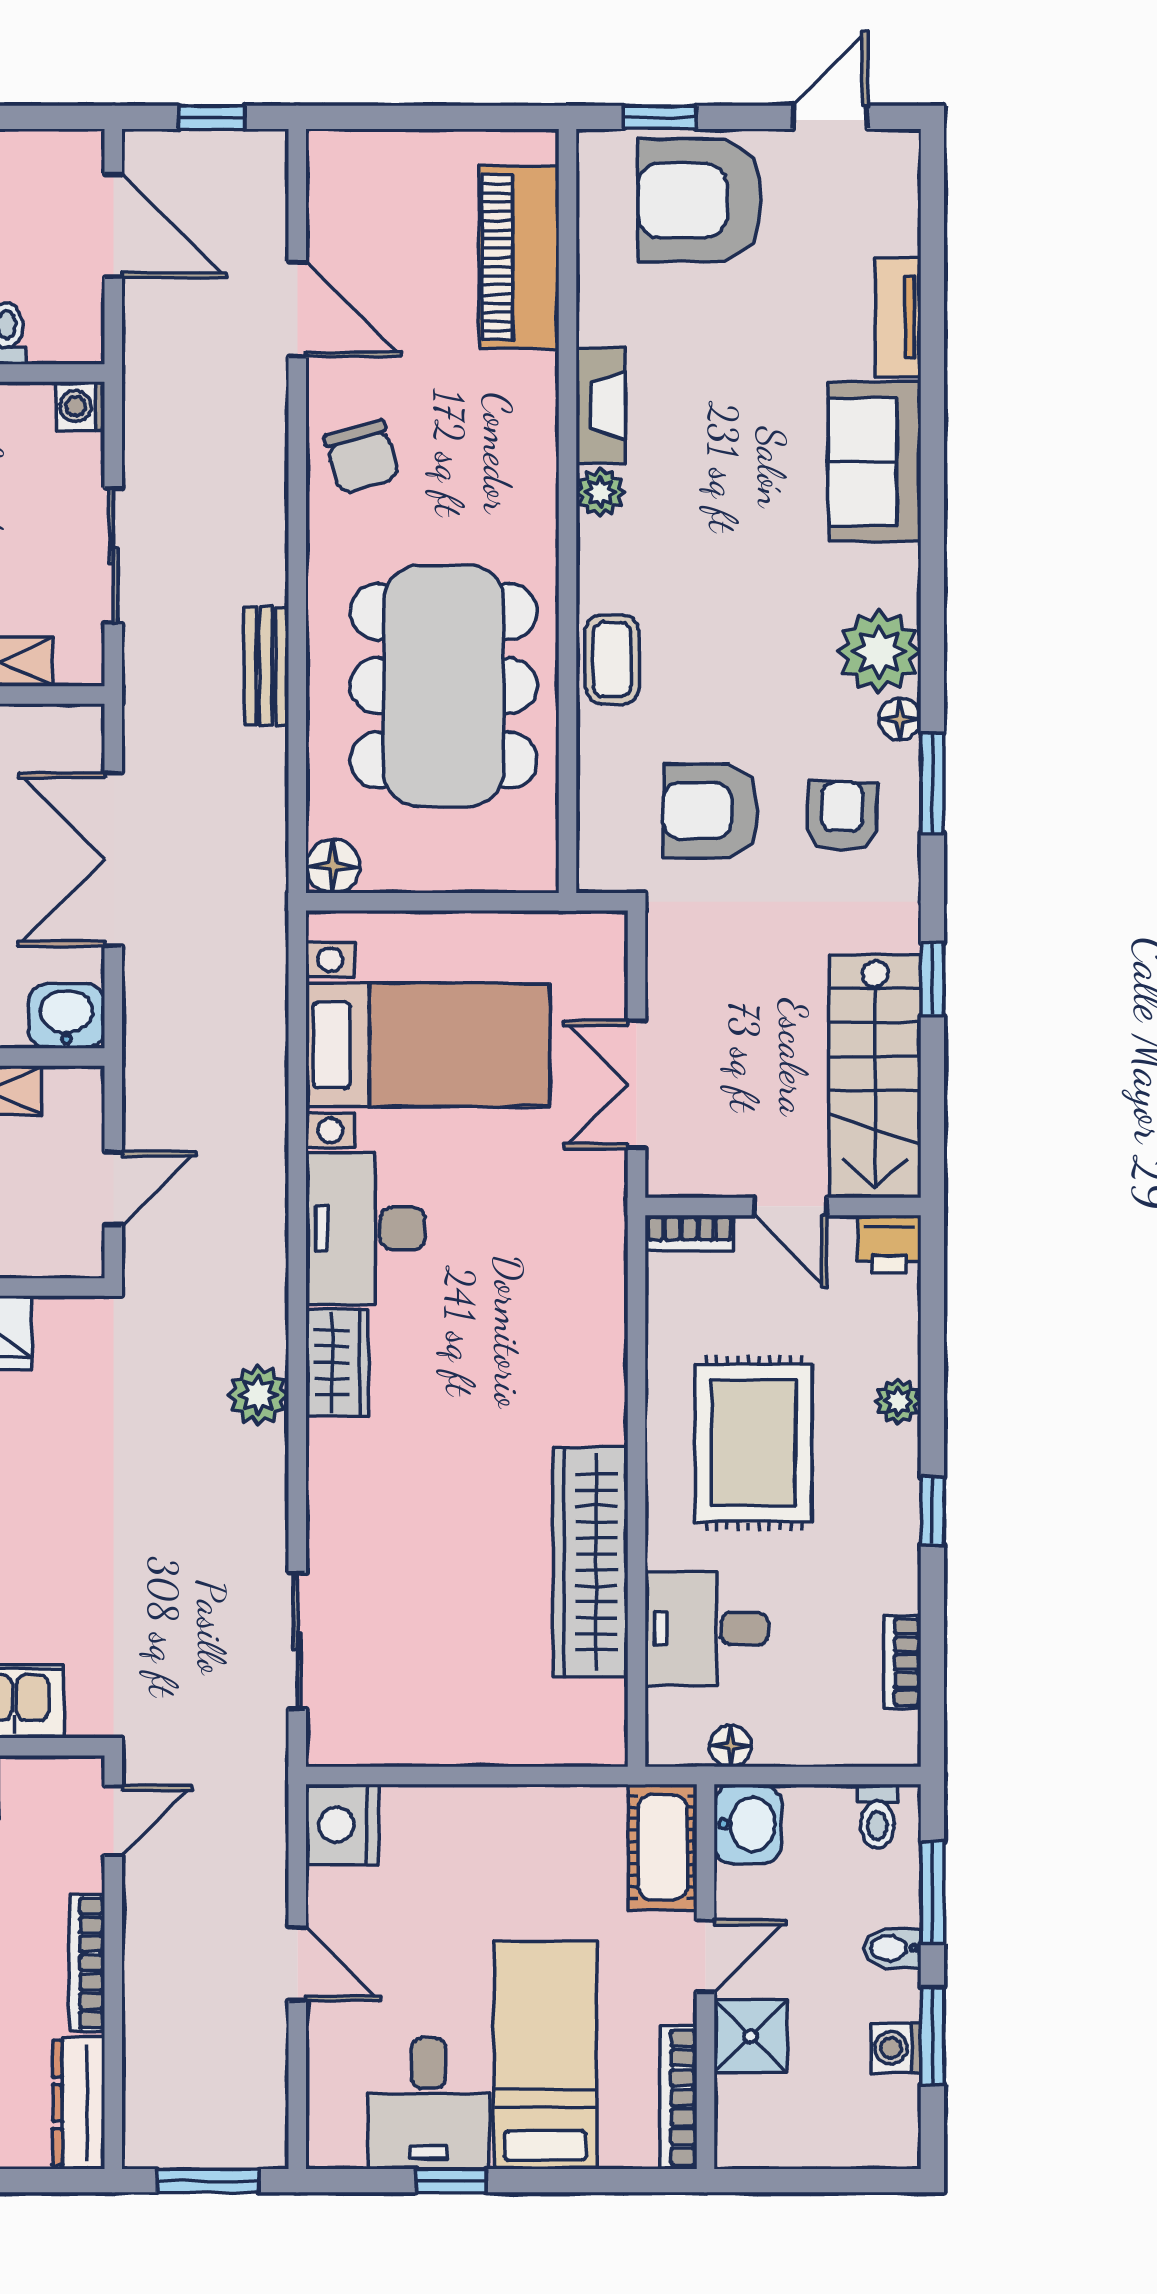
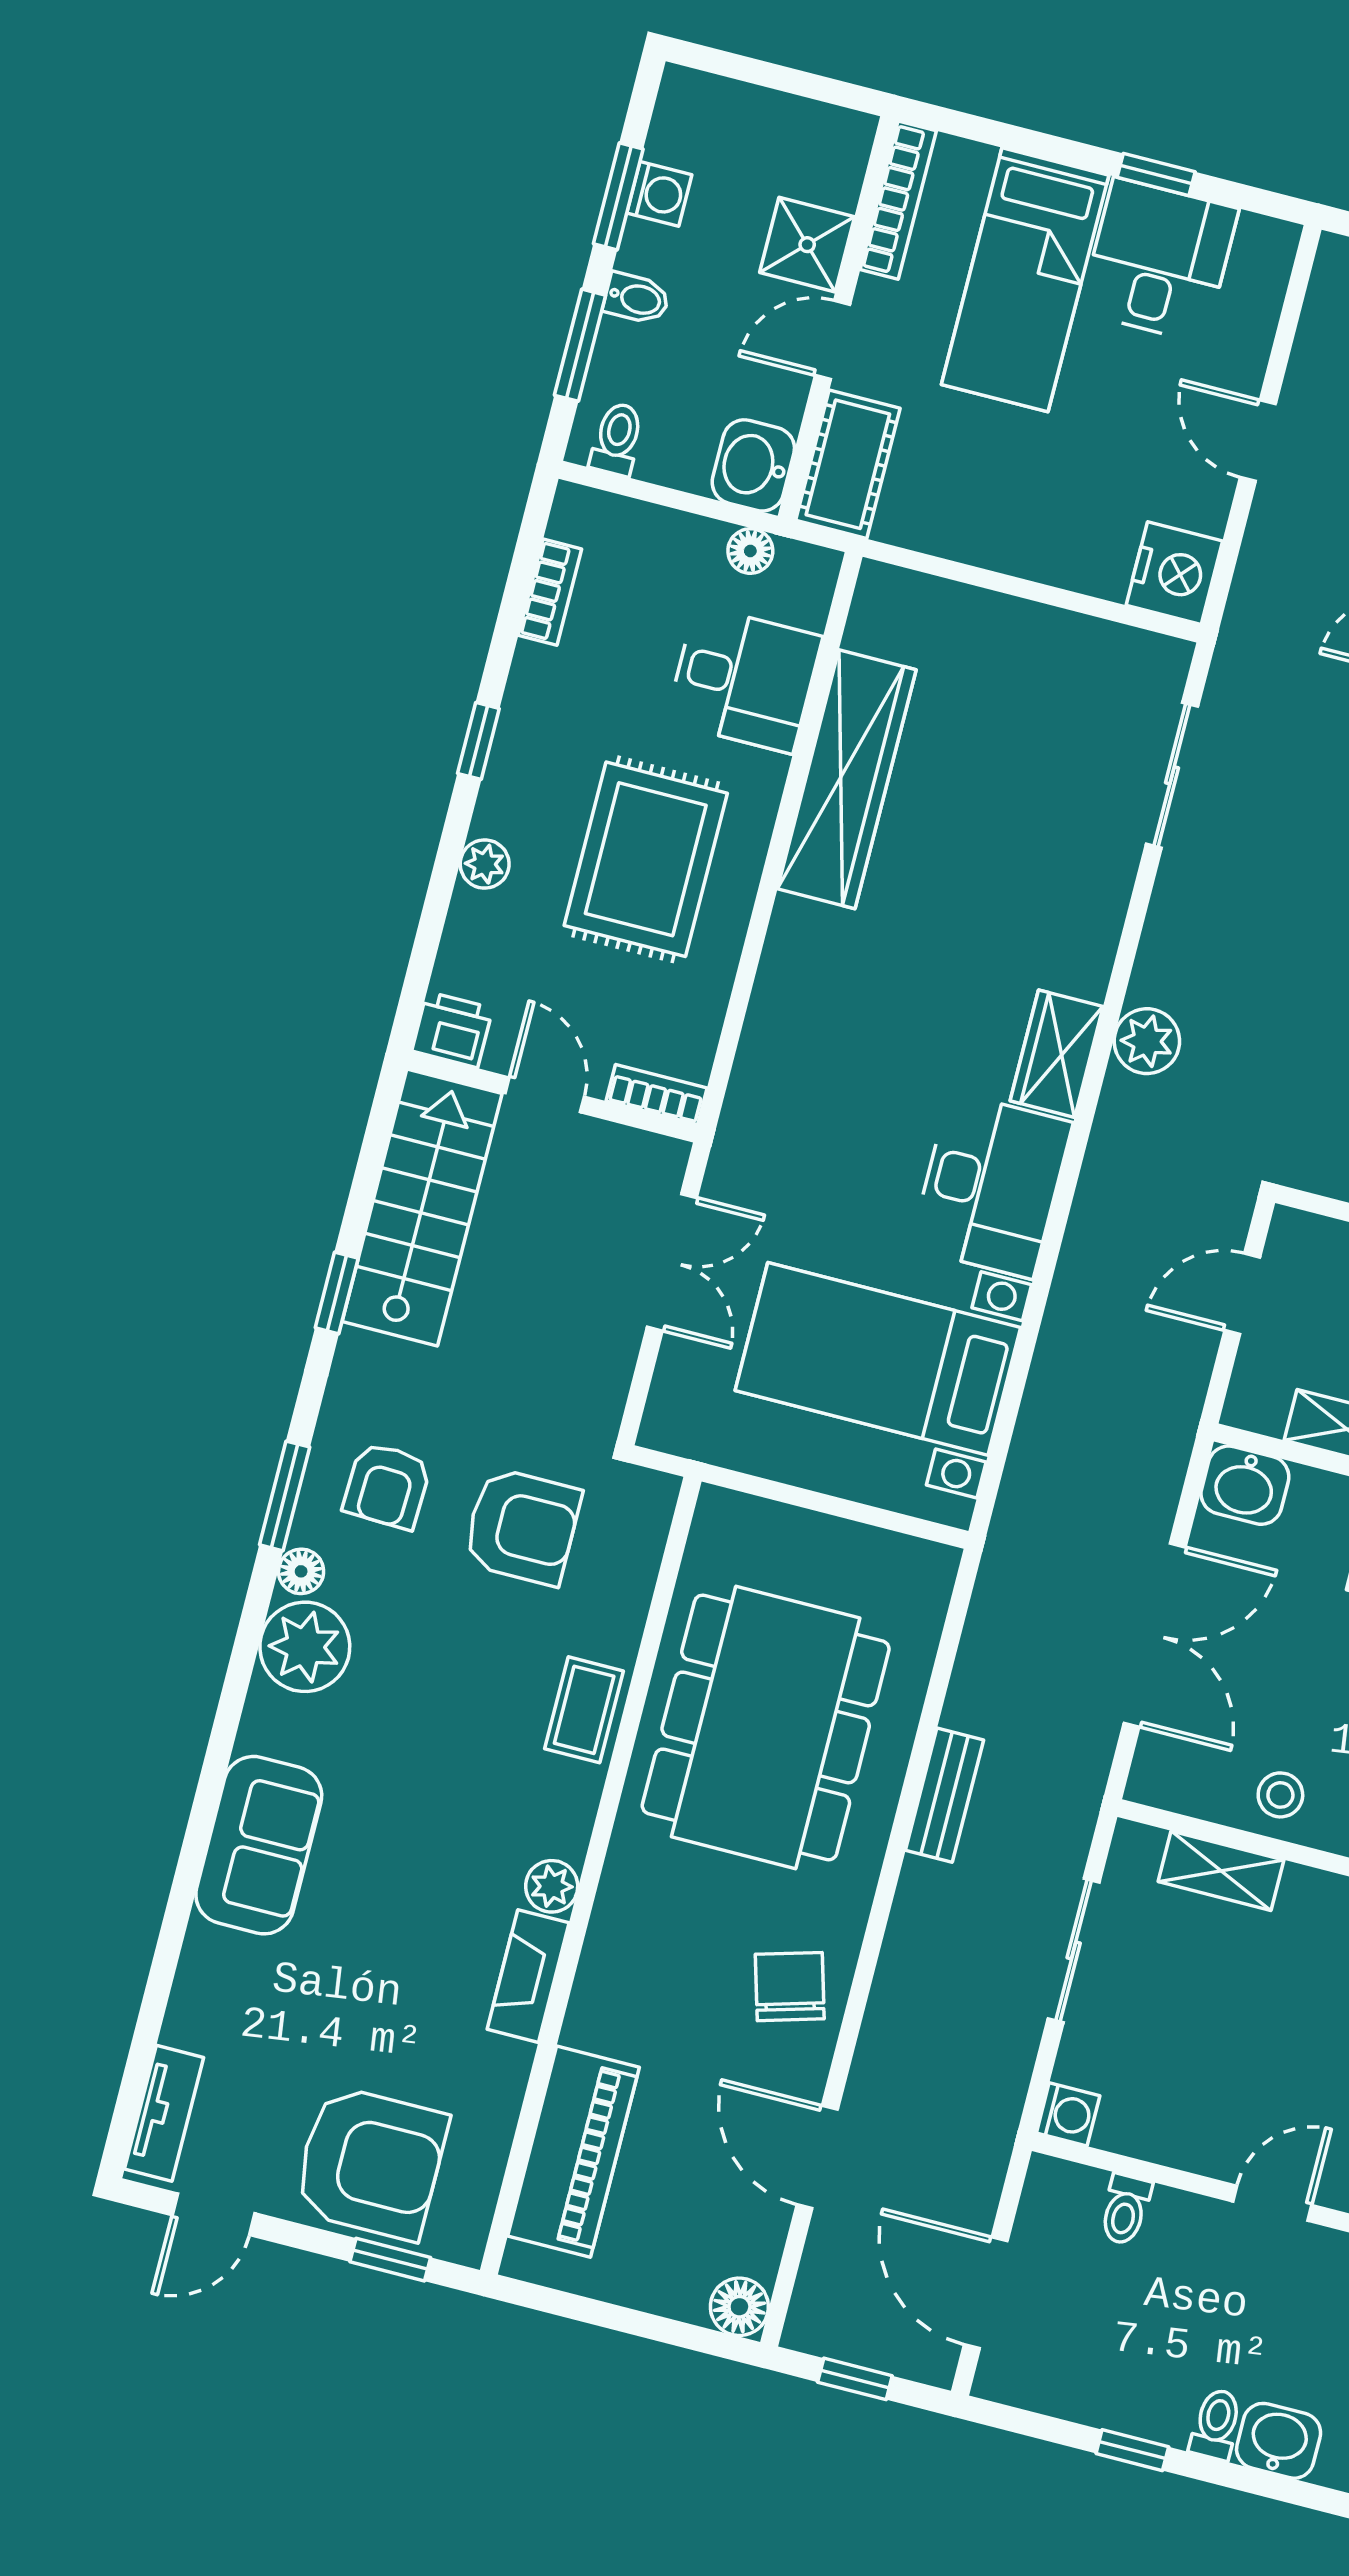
tv unit: (898, 317) -> (164, 2113), moved
floor lamp: (333, 866) -> (739, 2307), moved

